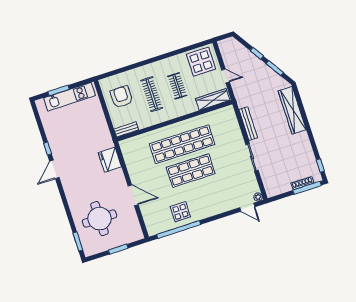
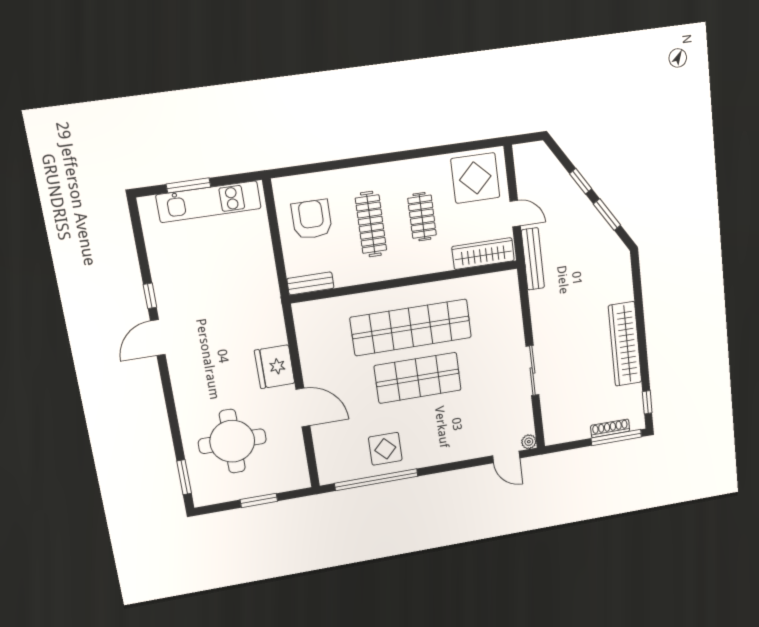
wardrobe: (292, 110) -> (625, 344), moved
bench: (248, 124) -> (533, 259), moved
fridge: (110, 160) -> (275, 367), moved

